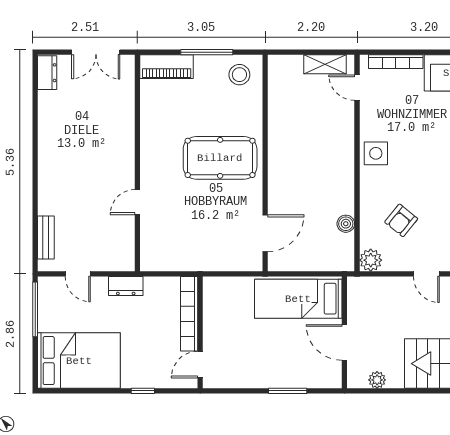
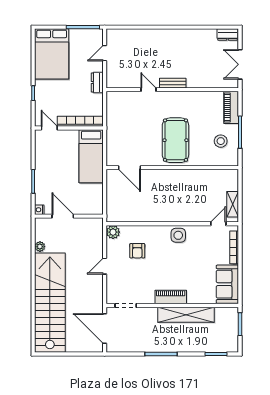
stool: (239, 75) -> (221, 141), moved
armchair: (401, 220) -> (137, 251), turned -129
boiler: (346, 224) -> (135, 217), removed
bench: (46, 237) -> (173, 83), moved
bed: (298, 299) -> (91, 156), moved, turned 180
door: (344, 342) -> (63, 216), hinge flipped
plant: (377, 380) -> (40, 247), moved
nightstand: (334, 381) -> (39, 210), added

